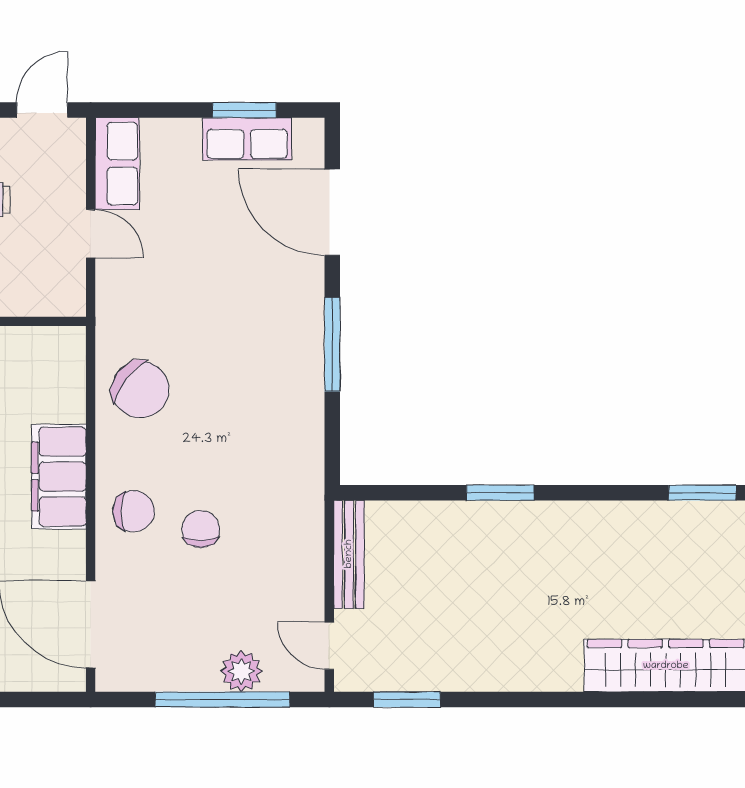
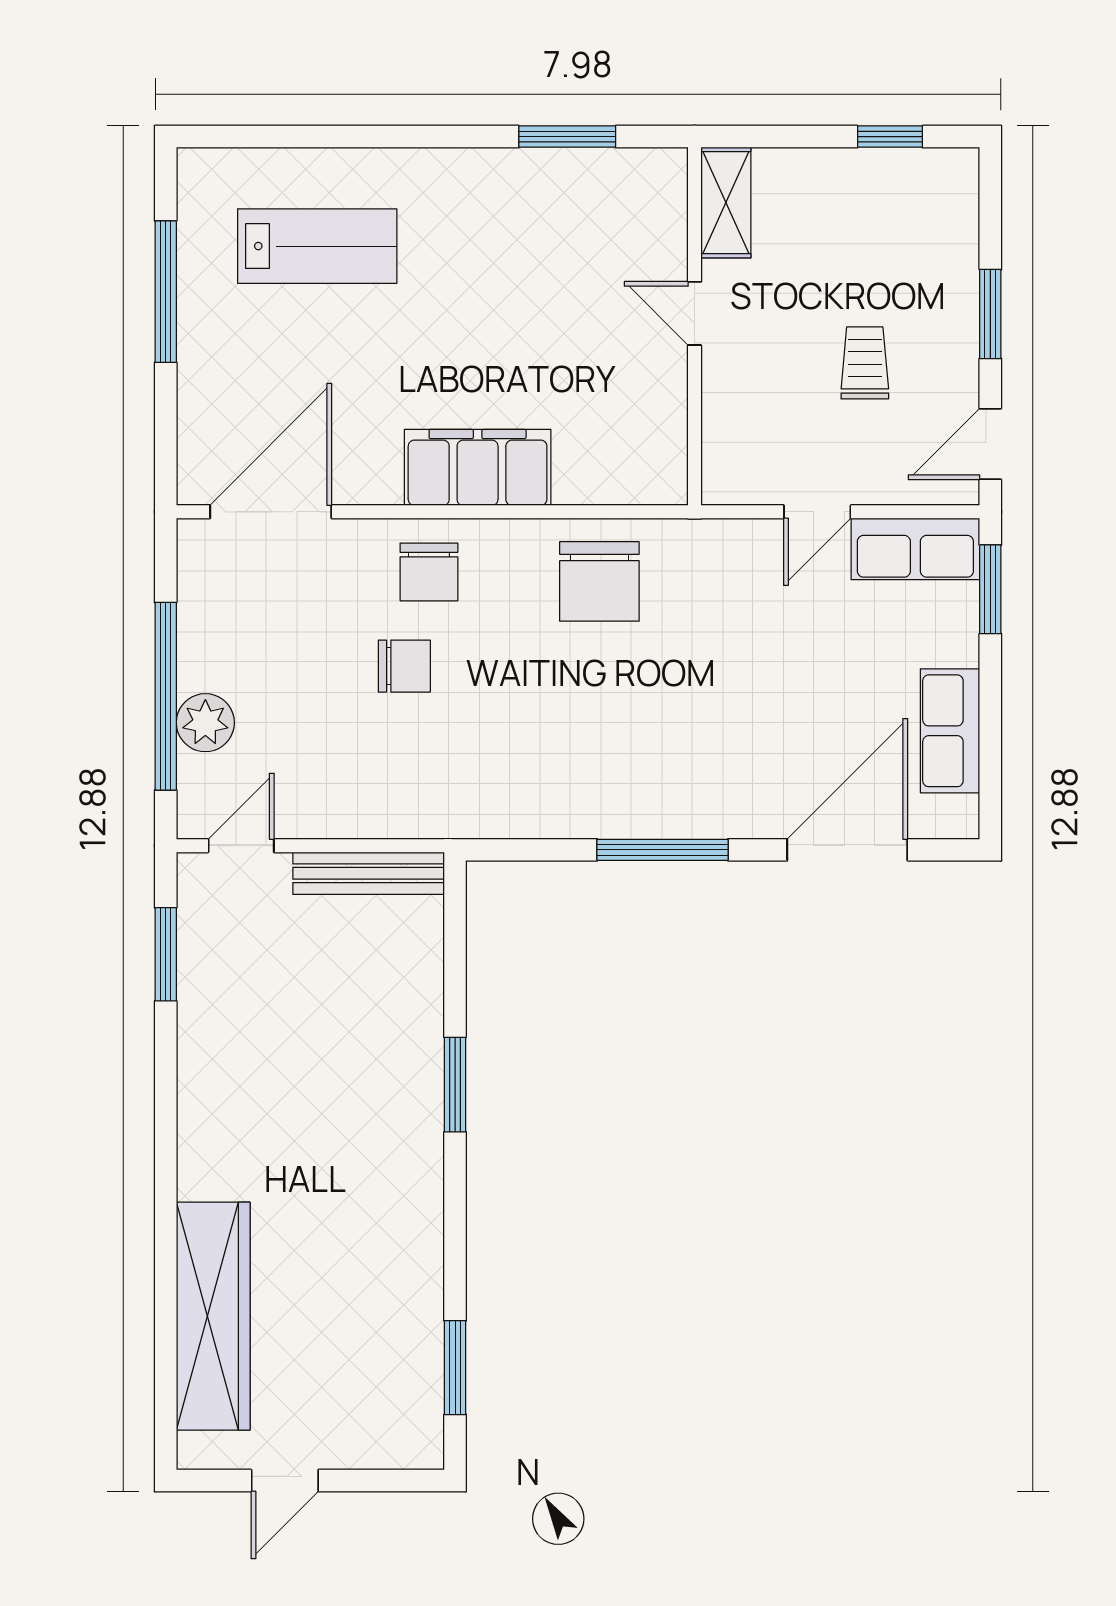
door: (42, 110) -> (990, 444), swing flipped
window: (244, 110) -> (990, 589), moved
chair: (140, 389) -> (599, 581), turned -38

